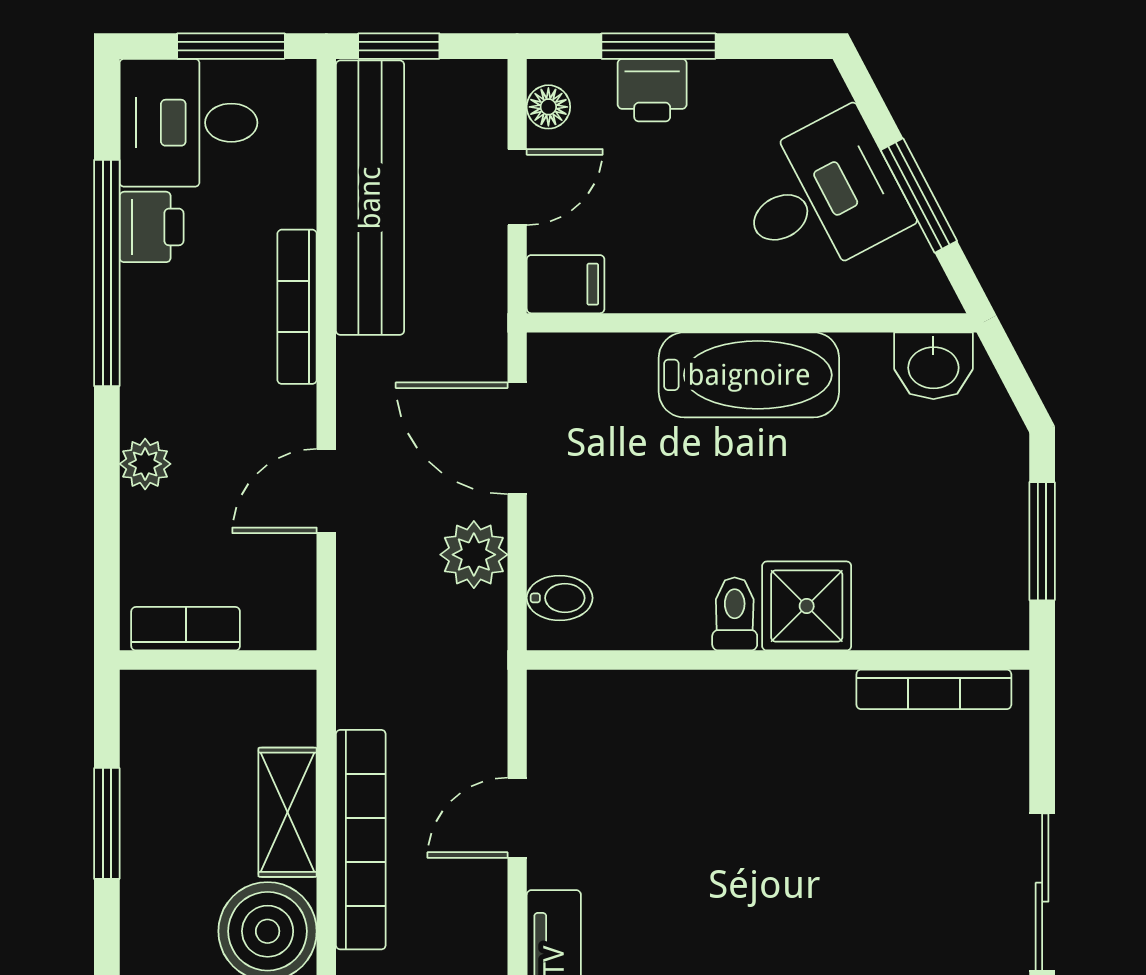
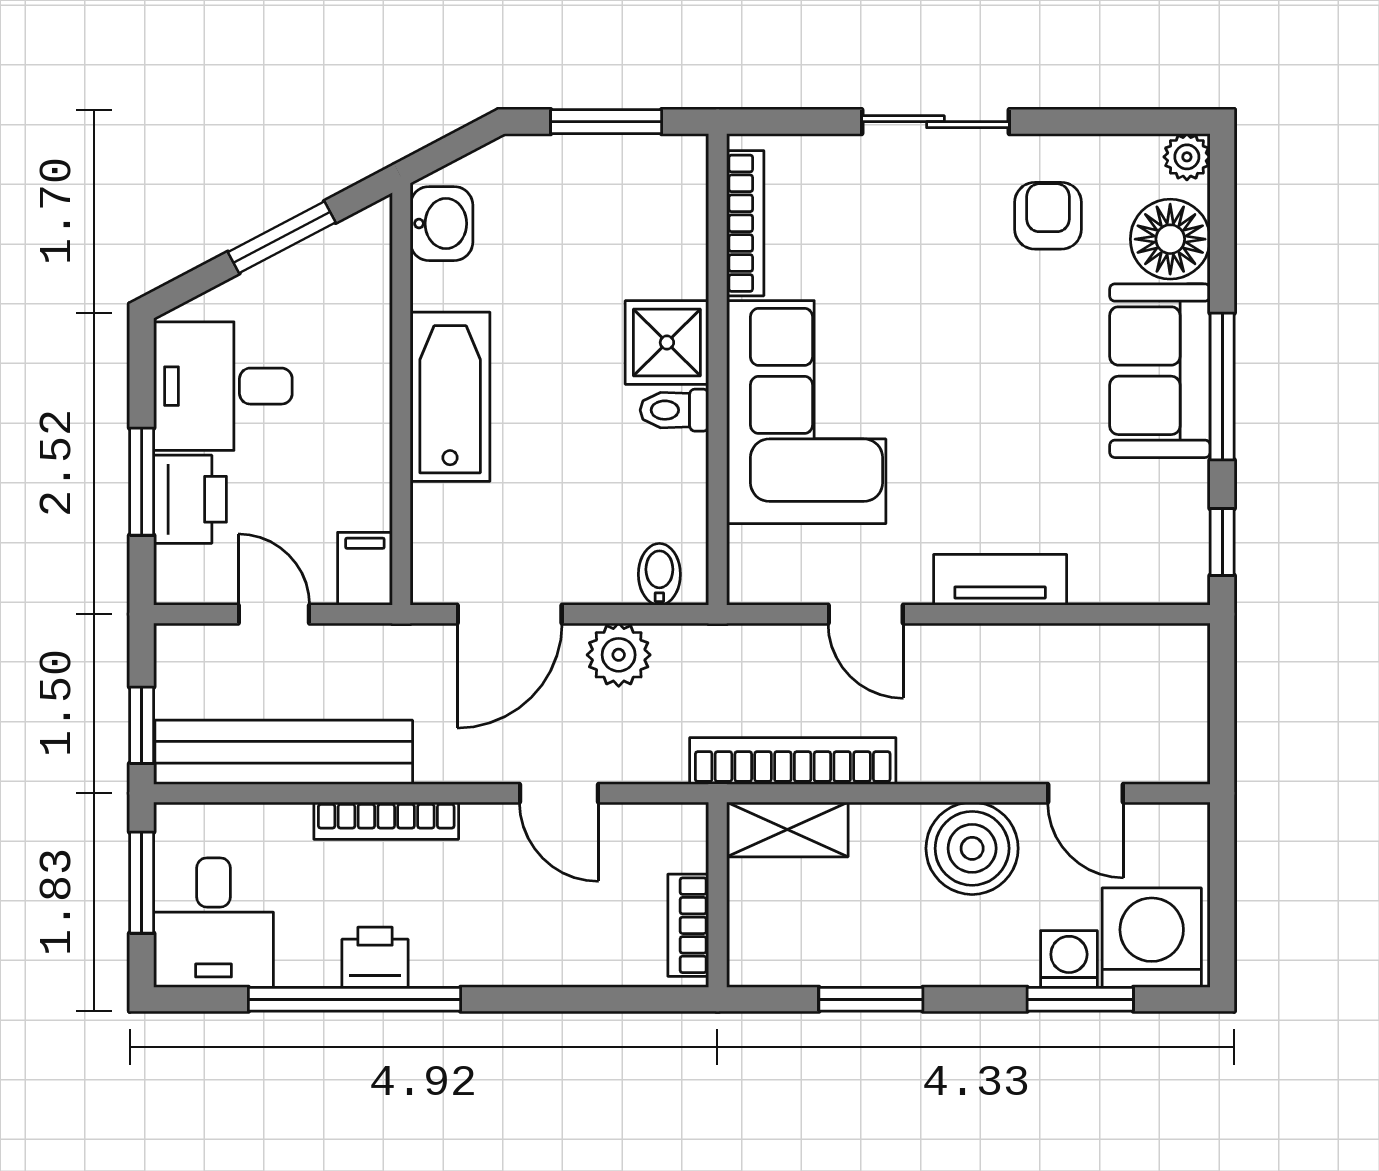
printer: (652, 90) -> (190, 499), width x1.36, depth x1.24
floor lamp: (548, 107) -> (199, 585), removed
desk: (821, 196) -> (223, 386), moved, turned -62
printer: (152, 227) -> (375, 957), moved
plant: (145, 464) -> (534, 963), removed
corner sofa: (732, 754) -> (806, 412), added
shelving: (288, 812) -> (787, 830), moved
bookcase: (361, 840) -> (793, 761), moved

